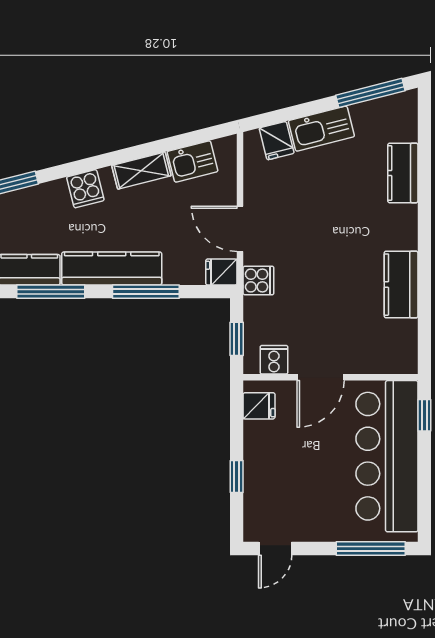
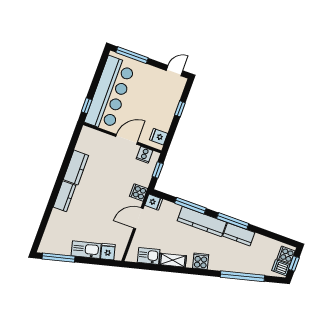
kitchen counter: (403, 173) -> (64, 196), moved
door: (240, 229) -> (138, 218), swing flipped

